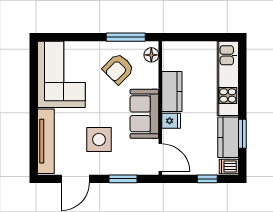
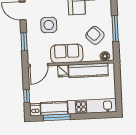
window: (126, 37) -> (115, 29), moved
kitchen counter: (172, 92) -> (88, 70), width x1.50
window: (242, 134) -> (57, 117), width x1.44

